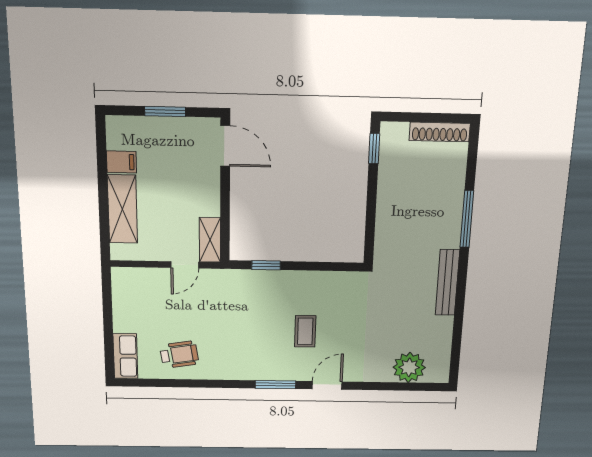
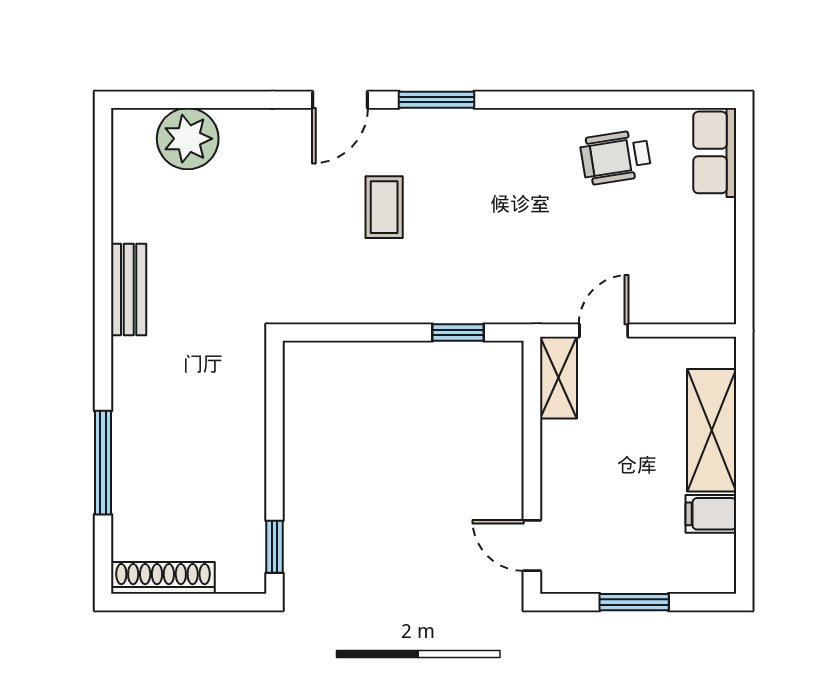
door: (225, 146) -> (532, 546), width x0.73
window: (467, 219) -> (103, 463), moved
bench: (447, 283) -> (129, 290), width x0.73

